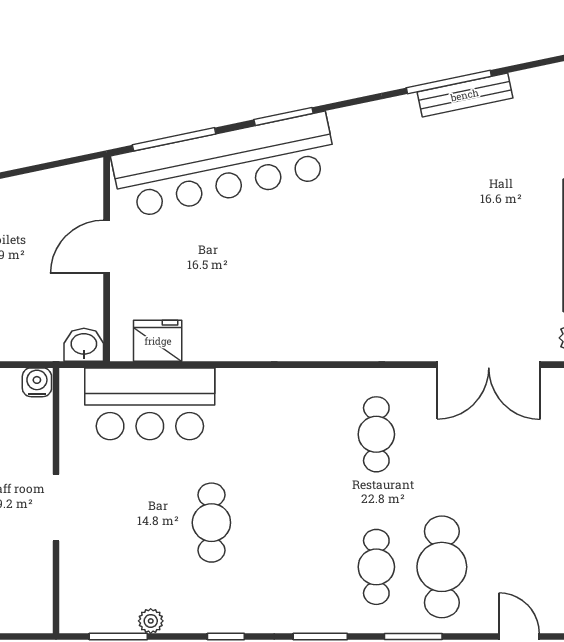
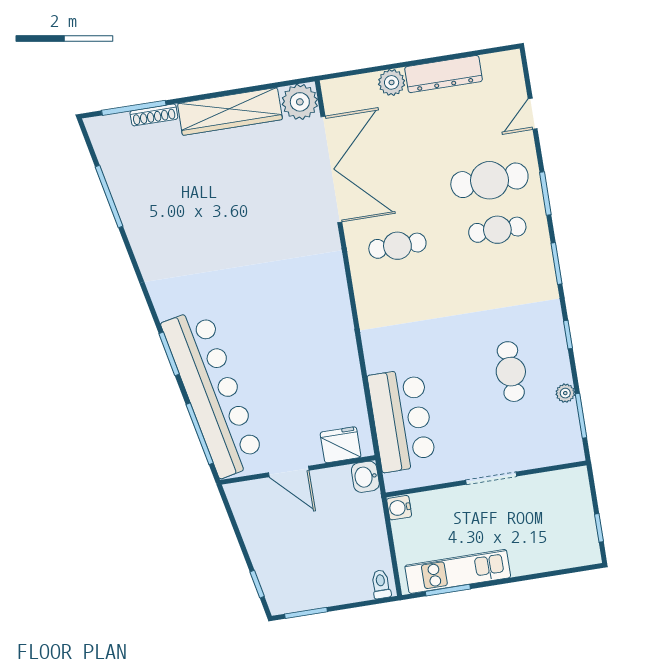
window: (449, 82) -> (109, 197), moved
bench: (465, 95) -> (131, 220), removed
fridge: (158, 341) -> (341, 445), moved, turned 90
double door: (489, 365) -> (331, 169), width x1.36
cafe table: (211, 523) -> (511, 372), moved, turned 90

